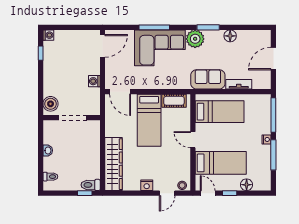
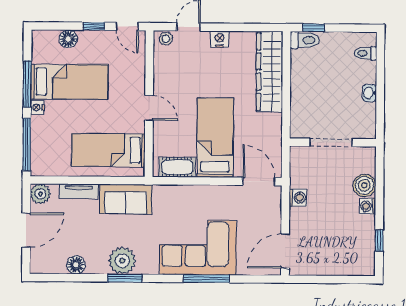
washing machine: (48, 35) -> (368, 206), moved
floor lamp: (230, 36) -> (76, 265), moved
plant: (195, 39) -> (122, 261), moved
plant: (264, 83) -> (40, 194), added
boiler: (51, 104) -> (364, 185), moved
bed: (221, 163) -> (70, 82), moved, turned 180

